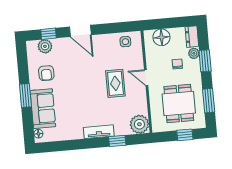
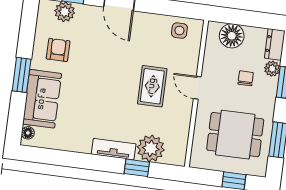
armchair: (46, 73) -> (58, 50), turned 180
dining table: (179, 104) -> (235, 135), turned 90
plant: (139, 124) -> (151, 148), moved

